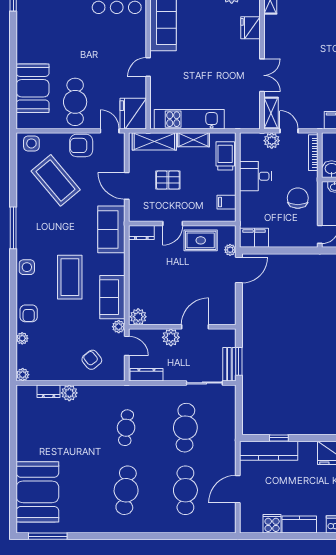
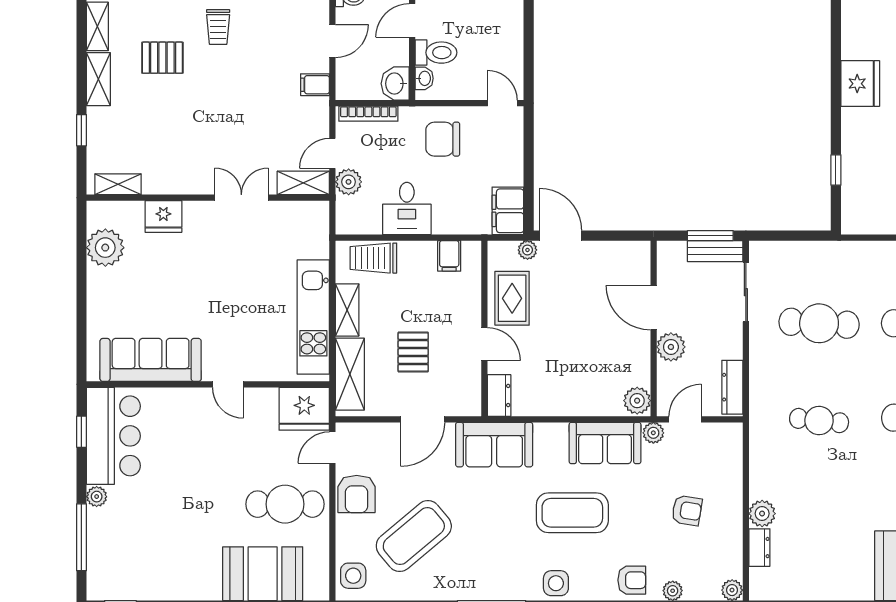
armchair: (92, 360) -> (687, 511), moved, turned -132
kitchen counter: (269, 451) -> (857, 187), removed

